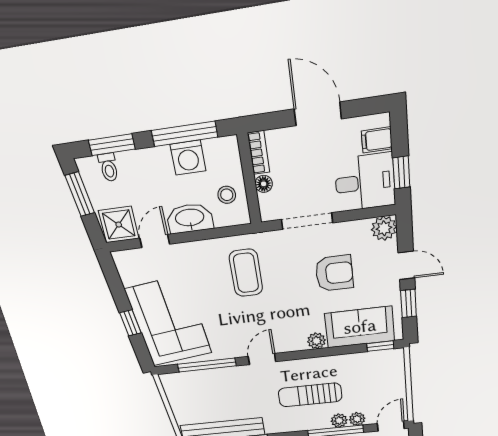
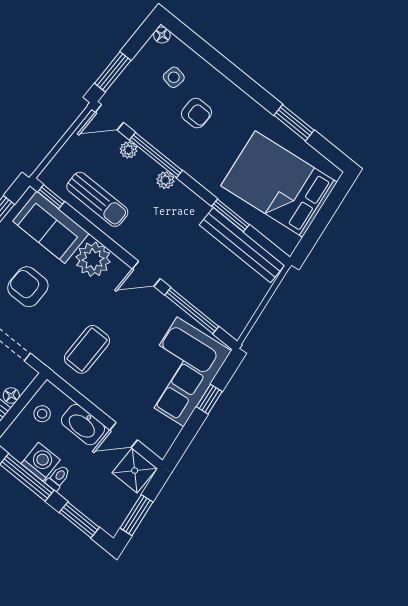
toilet: (109, 167) -> (58, 478), moved
plant: (316, 341) -> (93, 259), width x1.88, depth x1.88
sun lounger: (310, 395) -> (97, 199), moved
plant: (339, 421) -> (165, 180), moved

